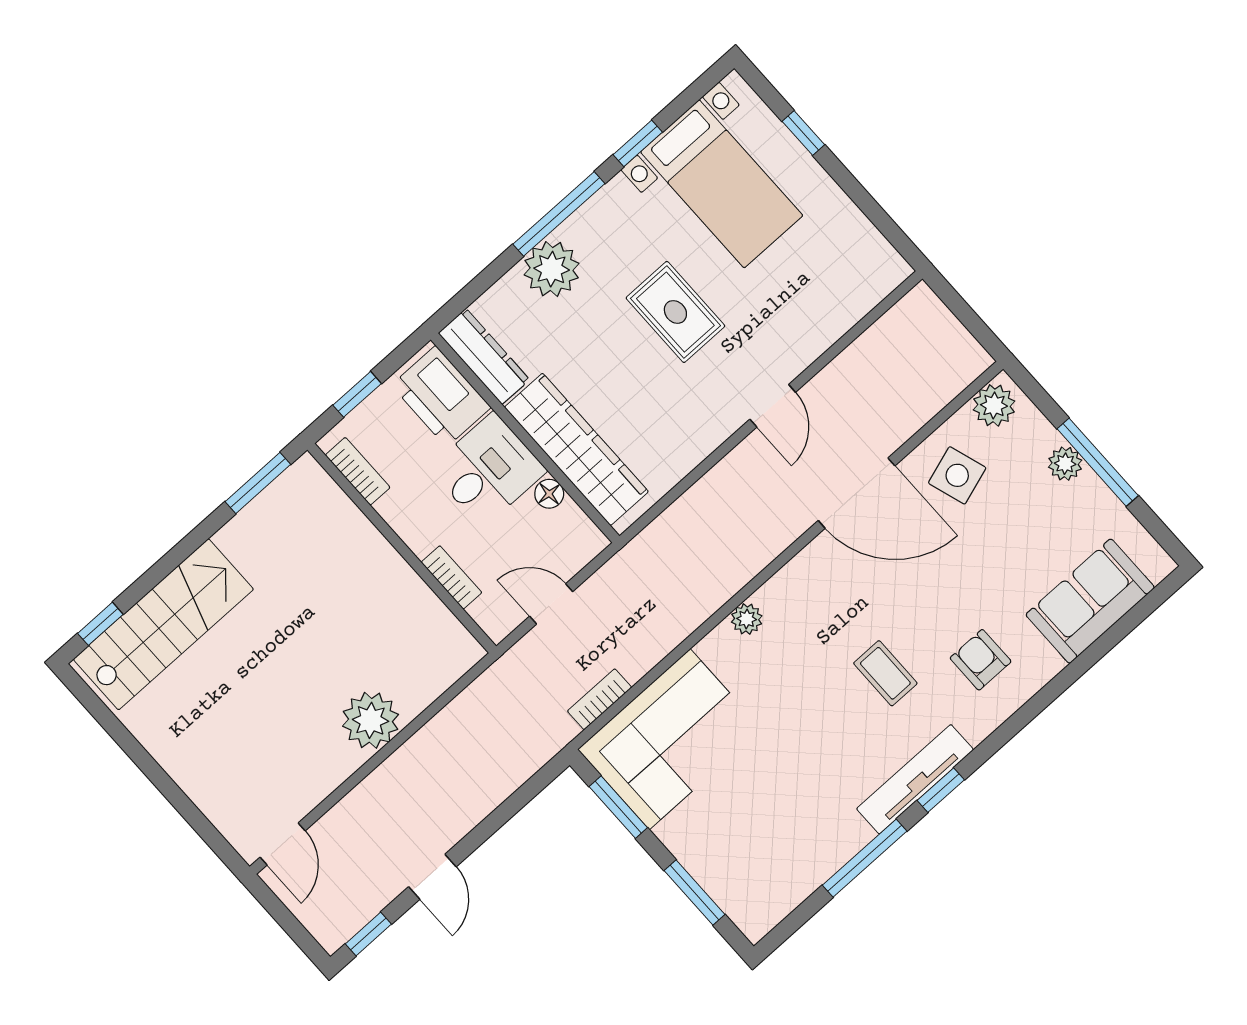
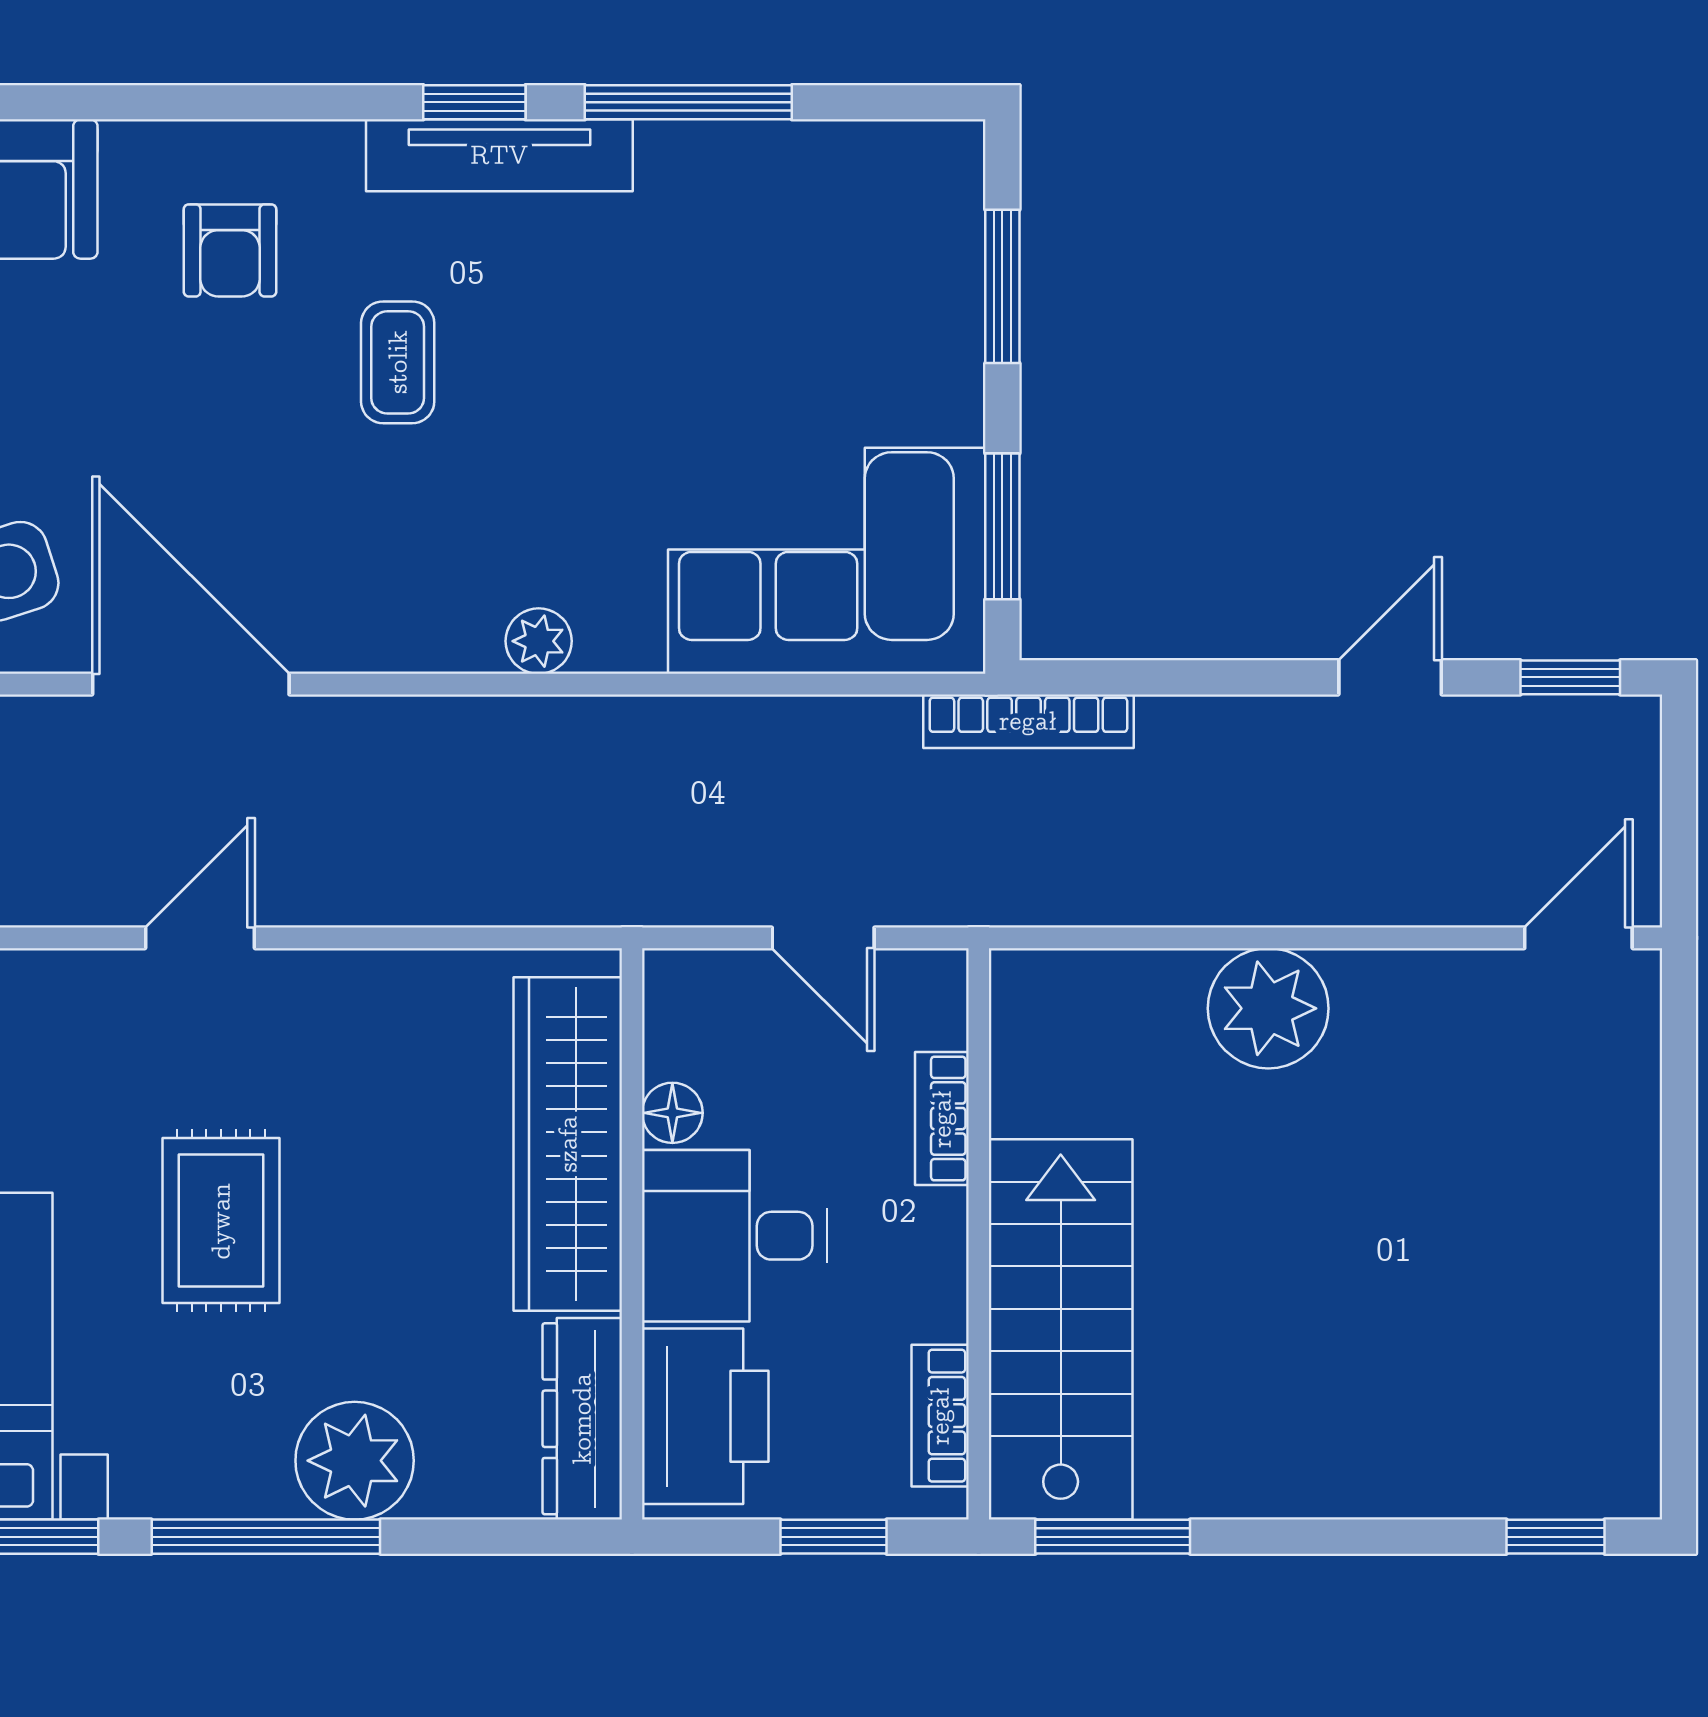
stairs: (163, 624) -> (1061, 1329), moved, turned 90
bookcase: (600, 699) -> (1028, 721), moved, width x1.56

